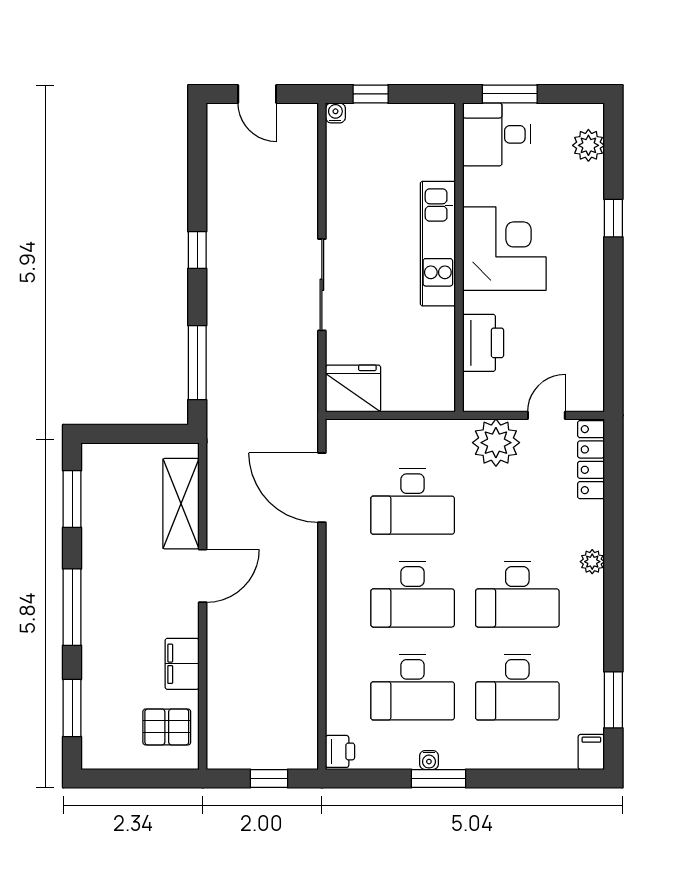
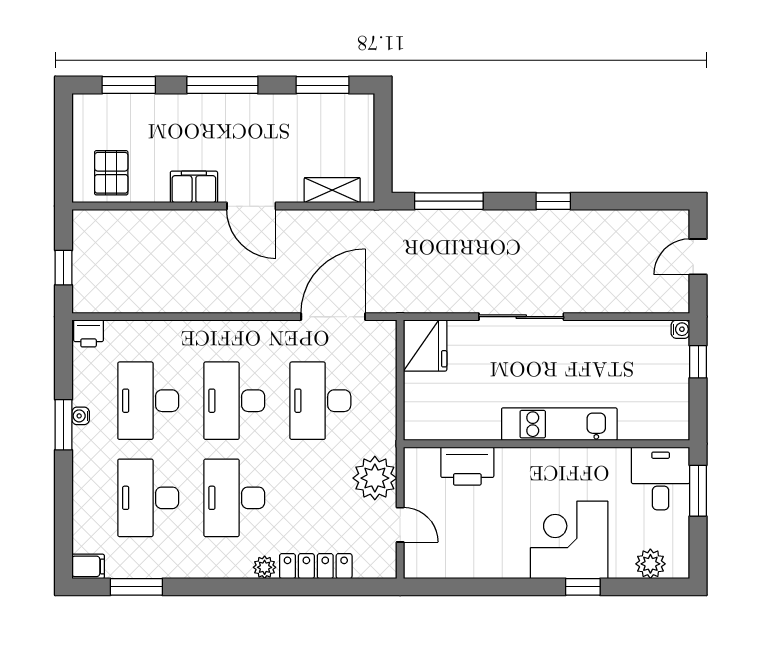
corner desk: (504, 249) -> (569, 540), moved, turned 180
locker: (591, 460) -> (316, 566), moved
shelving: (181, 504) -> (332, 190), width x0.67, depth x0.75
filing cabinet: (182, 664) -> (194, 187), moved

